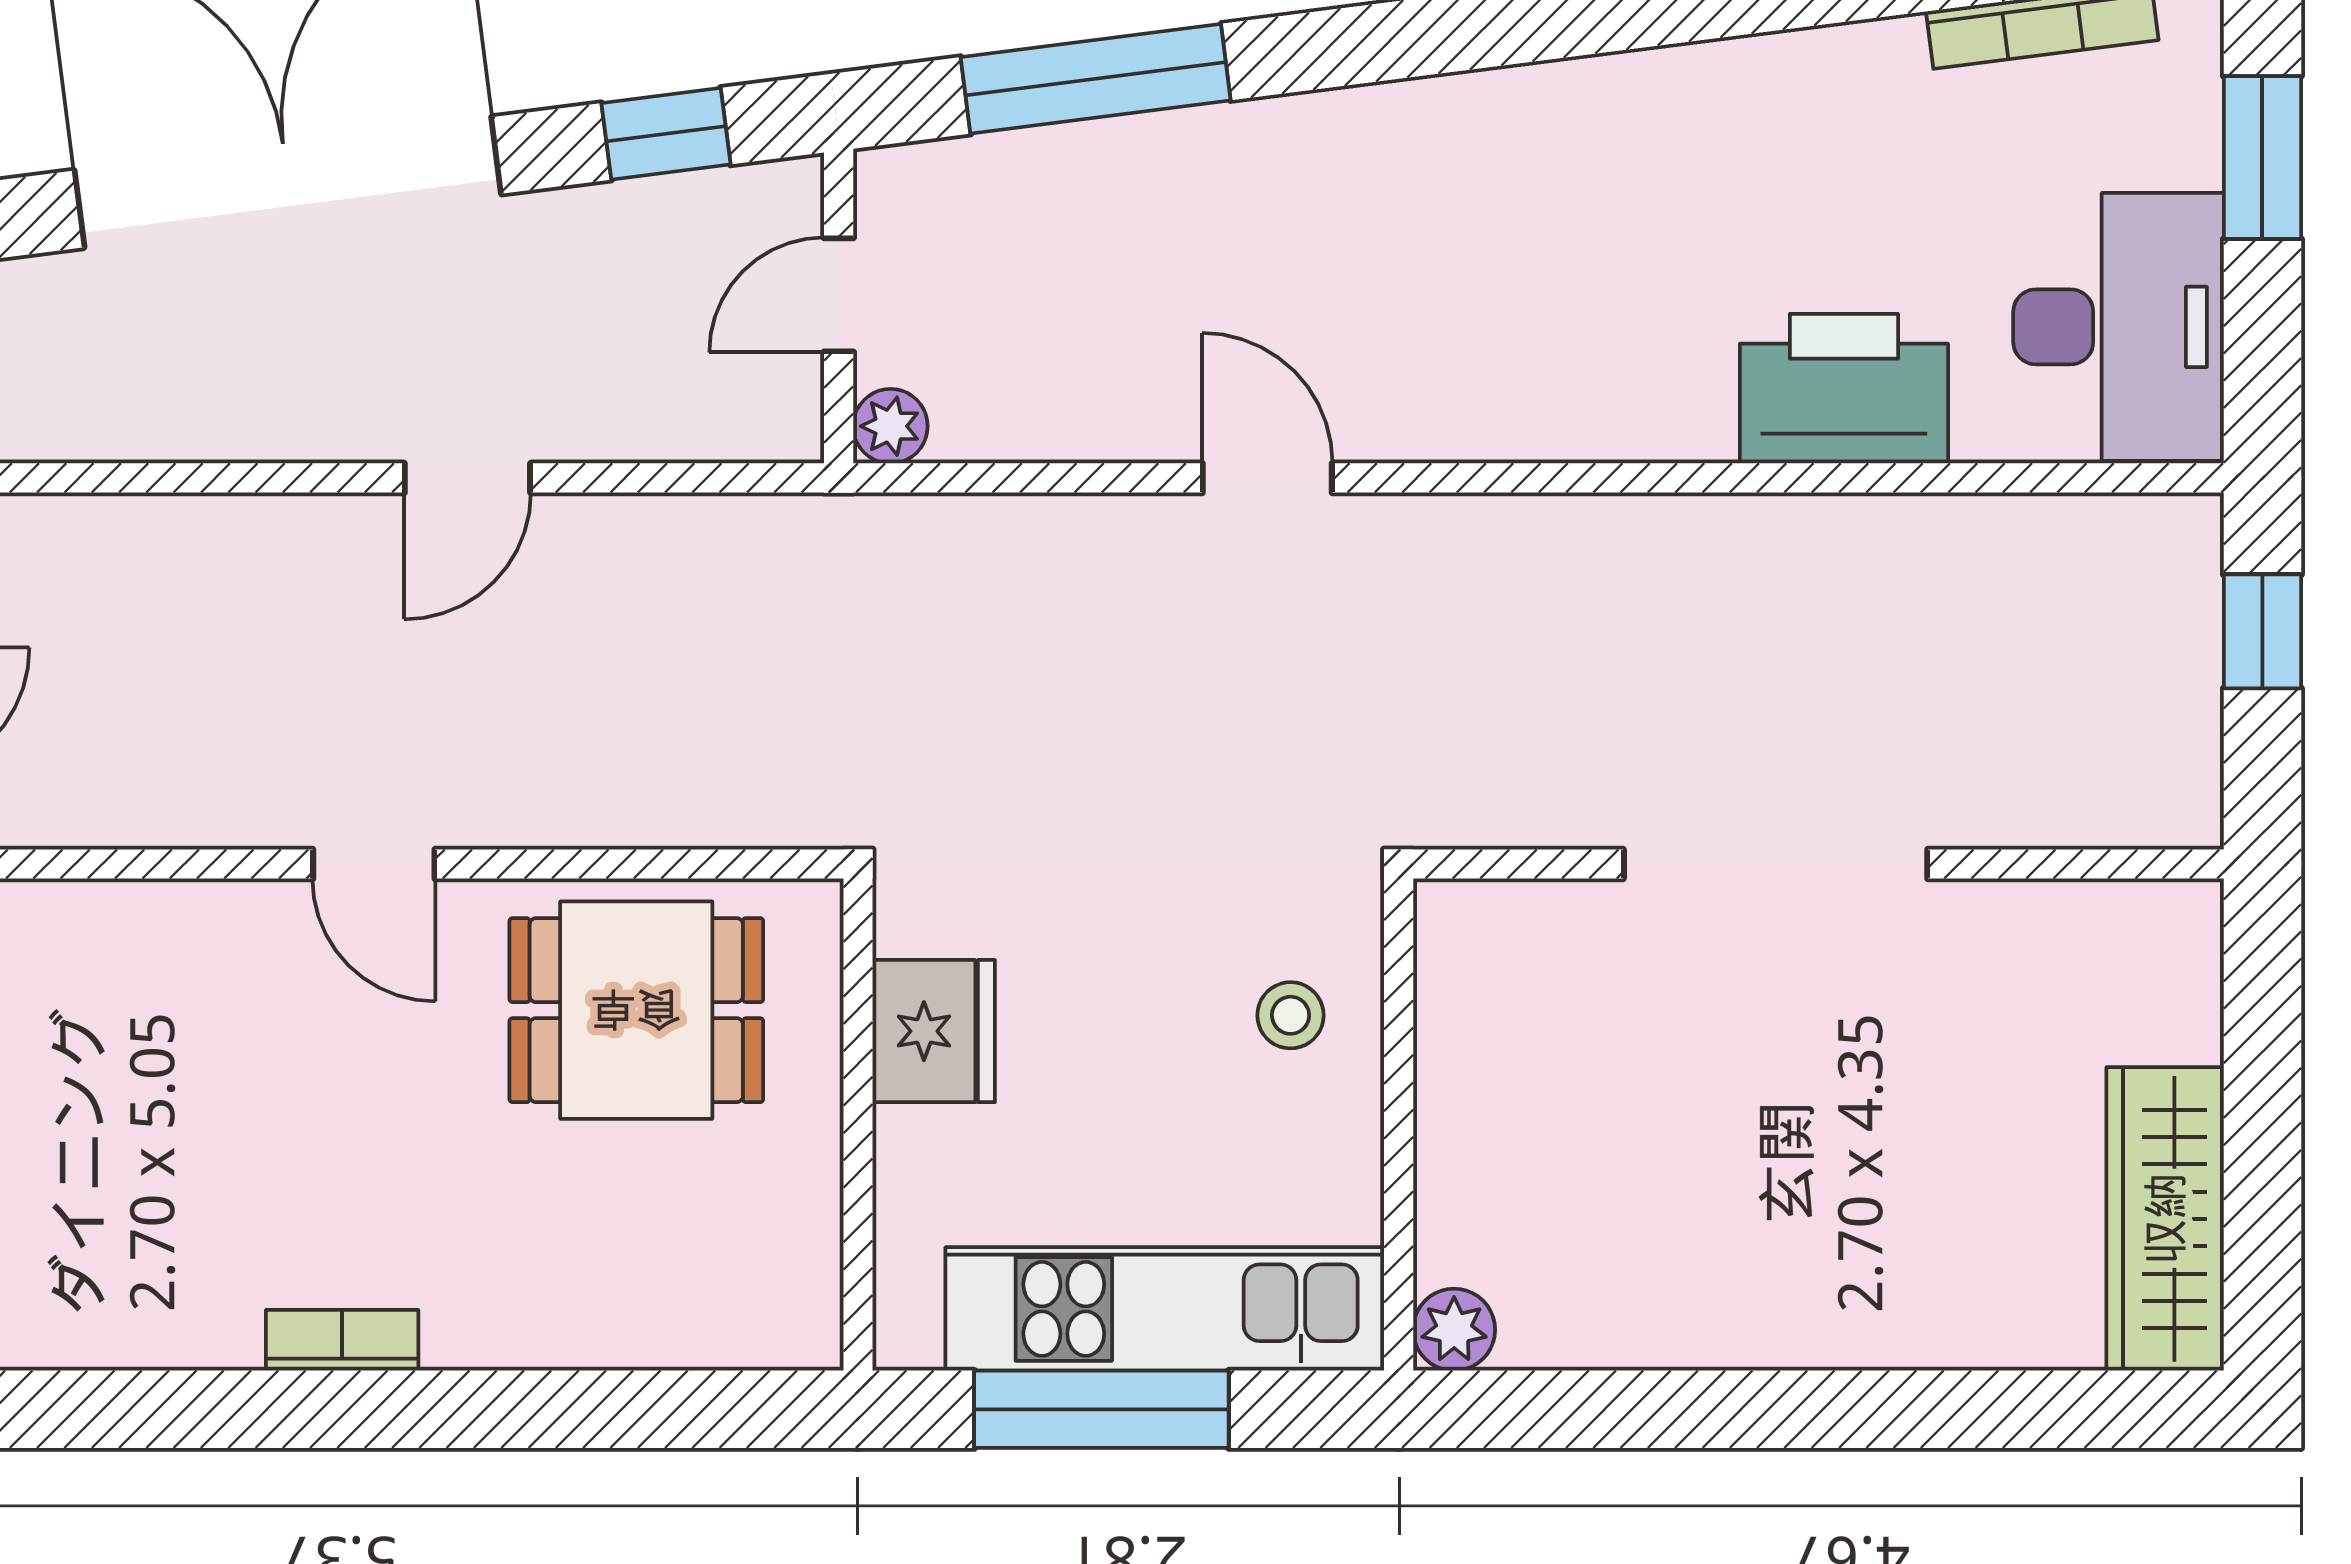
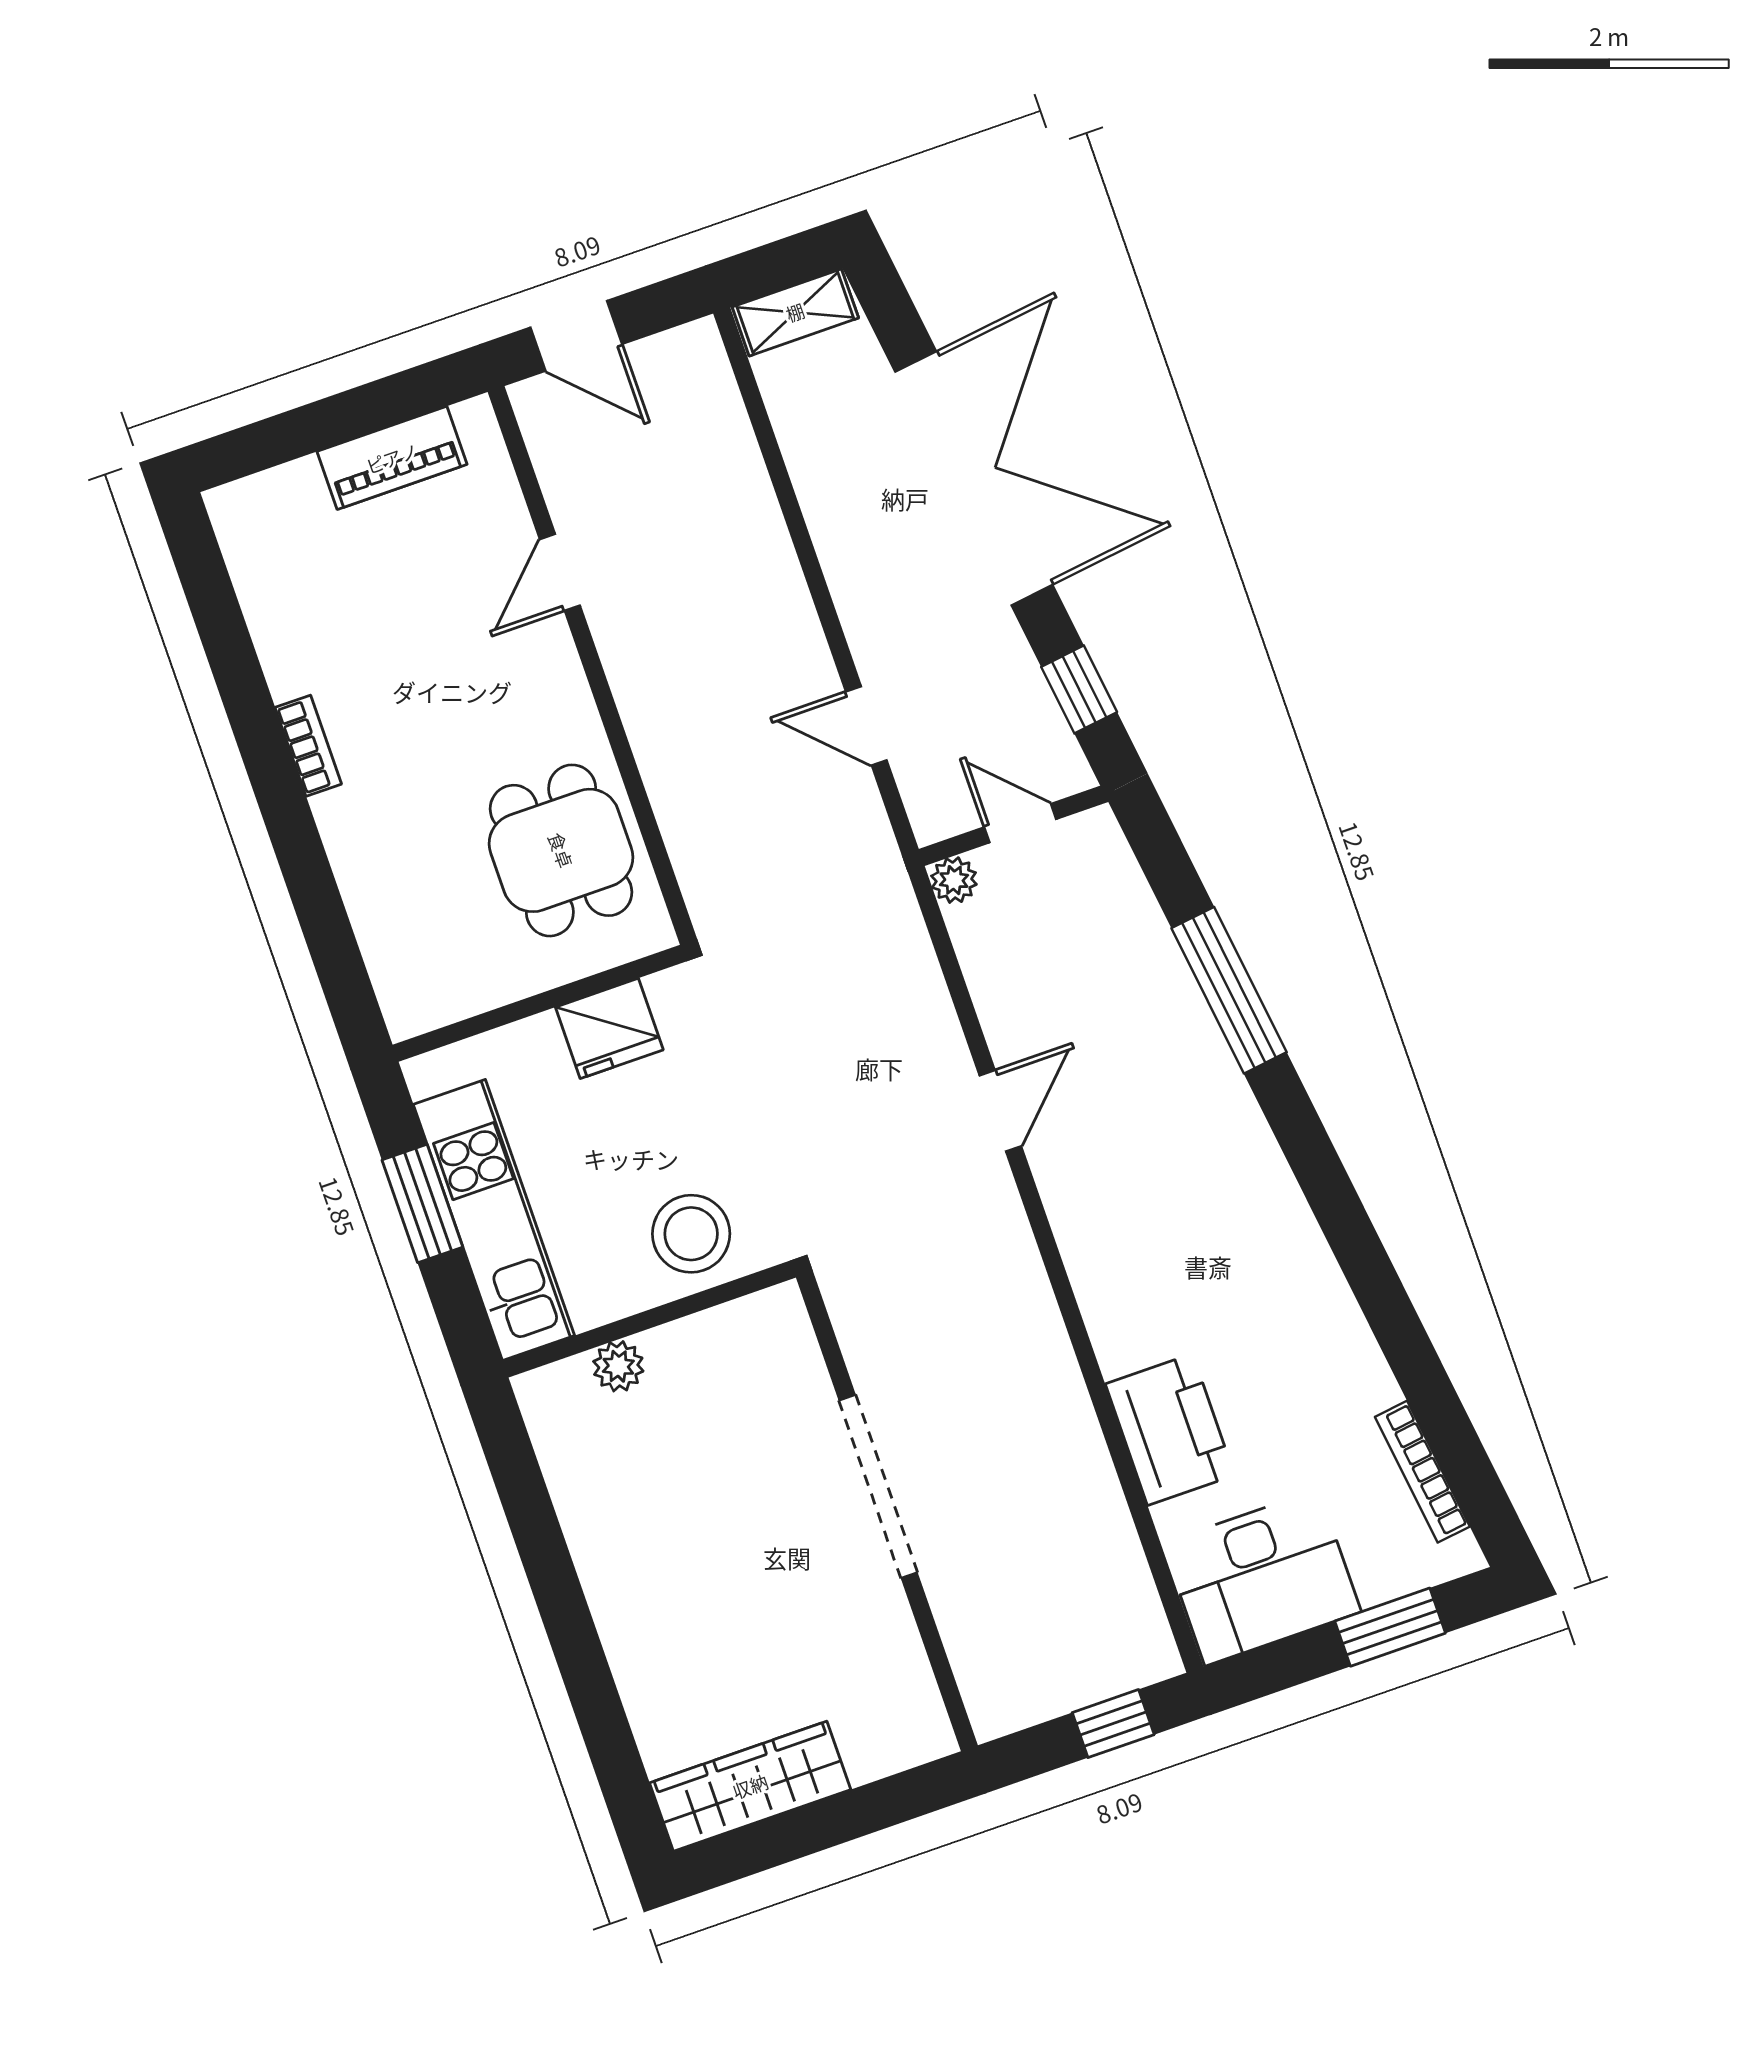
window: (1096, 79) -> (1229, 990), moved
door: (467, 478) -> (866, 726), moved
door: (374, 864) -> (560, 572), moved
stool: (1291, 1015) -> (691, 1234), width x1.89, depth x1.89
plant: (1454, 1330) -> (618, 1366), moved
window: (1101, 1409) -> (422, 1203), width x0.69

